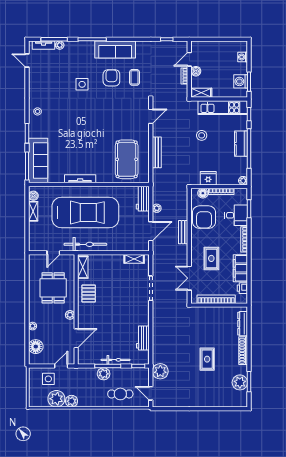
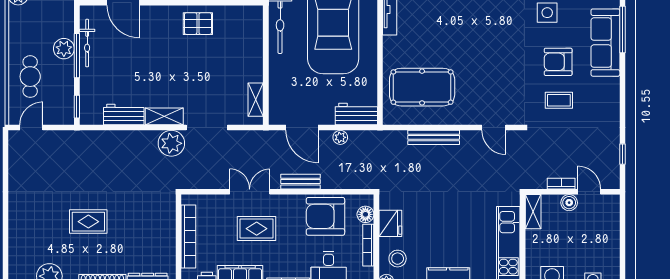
sofa: (115, 49) -> (605, 43), moved
armchair: (111, 78) -> (558, 62), turned 180
stool: (202, 135) -> (398, 259), moved
shelving: (83, 267) -> (164, 116), moved
double door: (189, 278) -> (250, 192), moved
bicycle: (116, 360) -> (87, 43), moved
plant: (160, 371) -> (171, 143), moved

